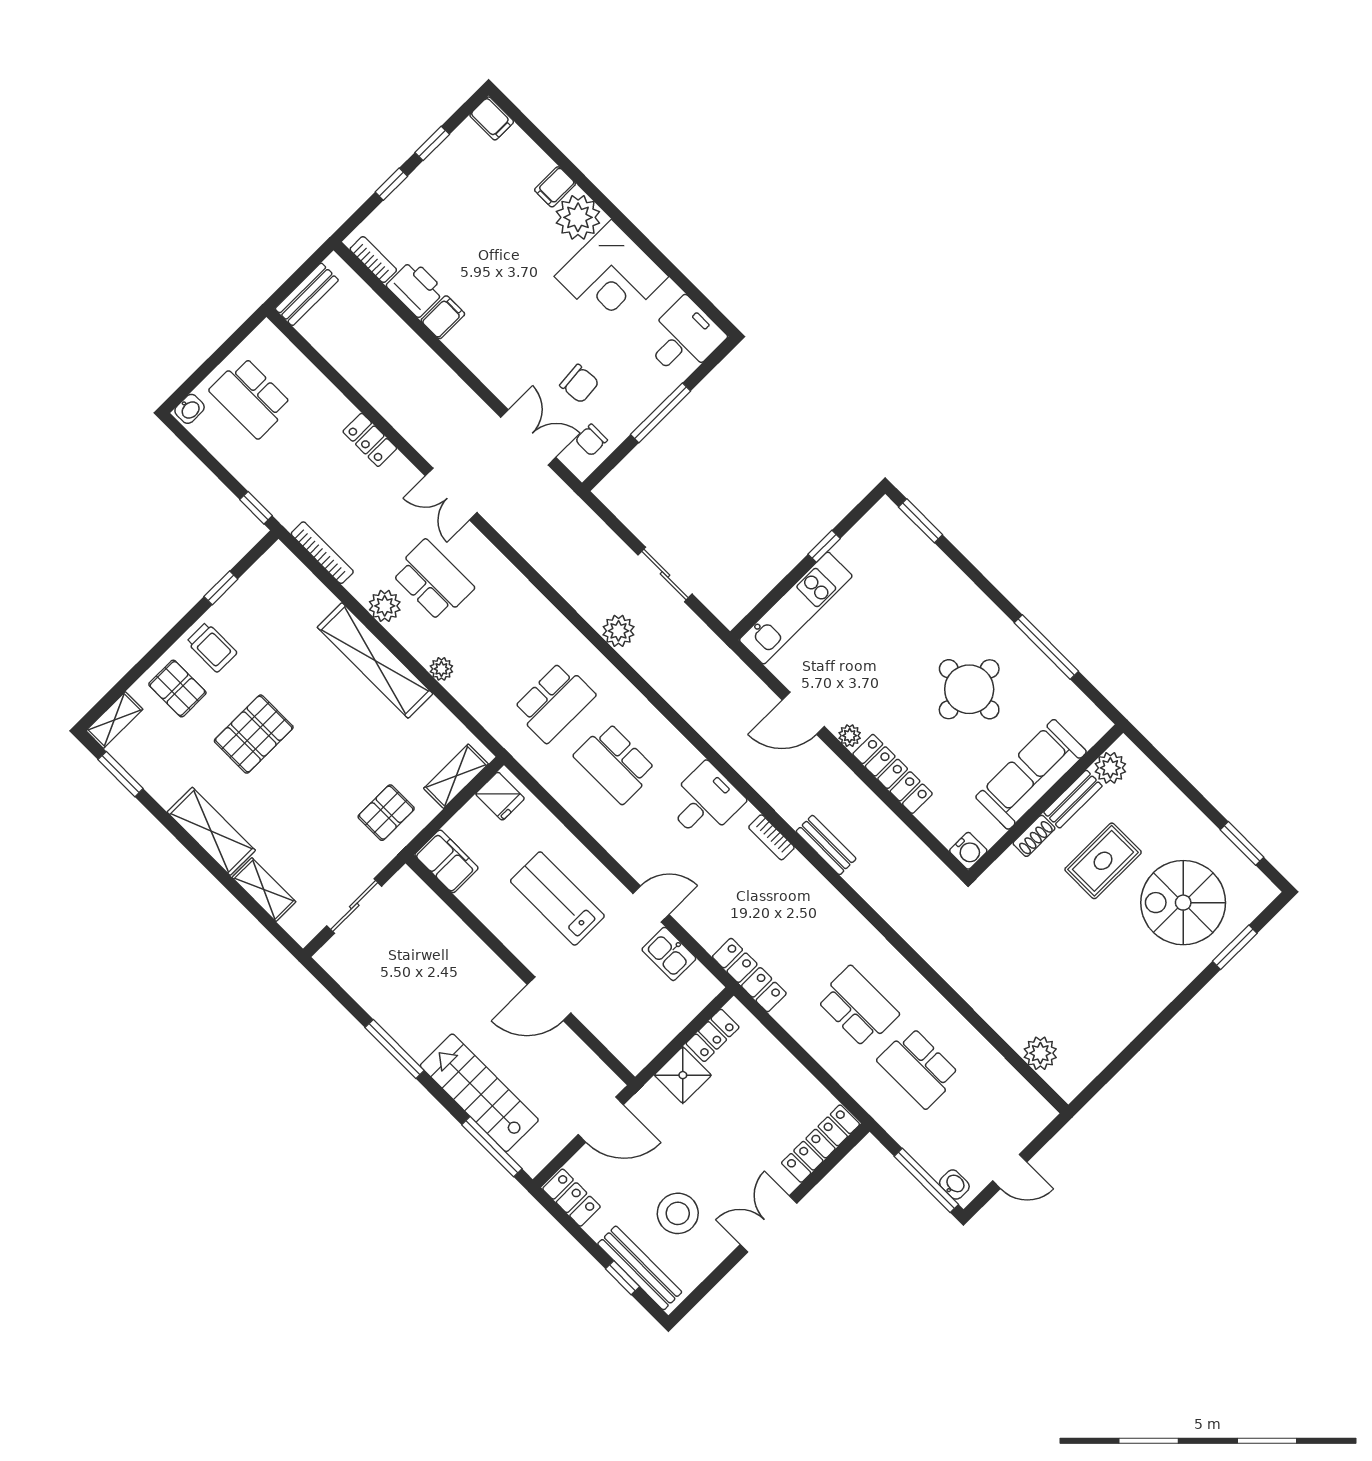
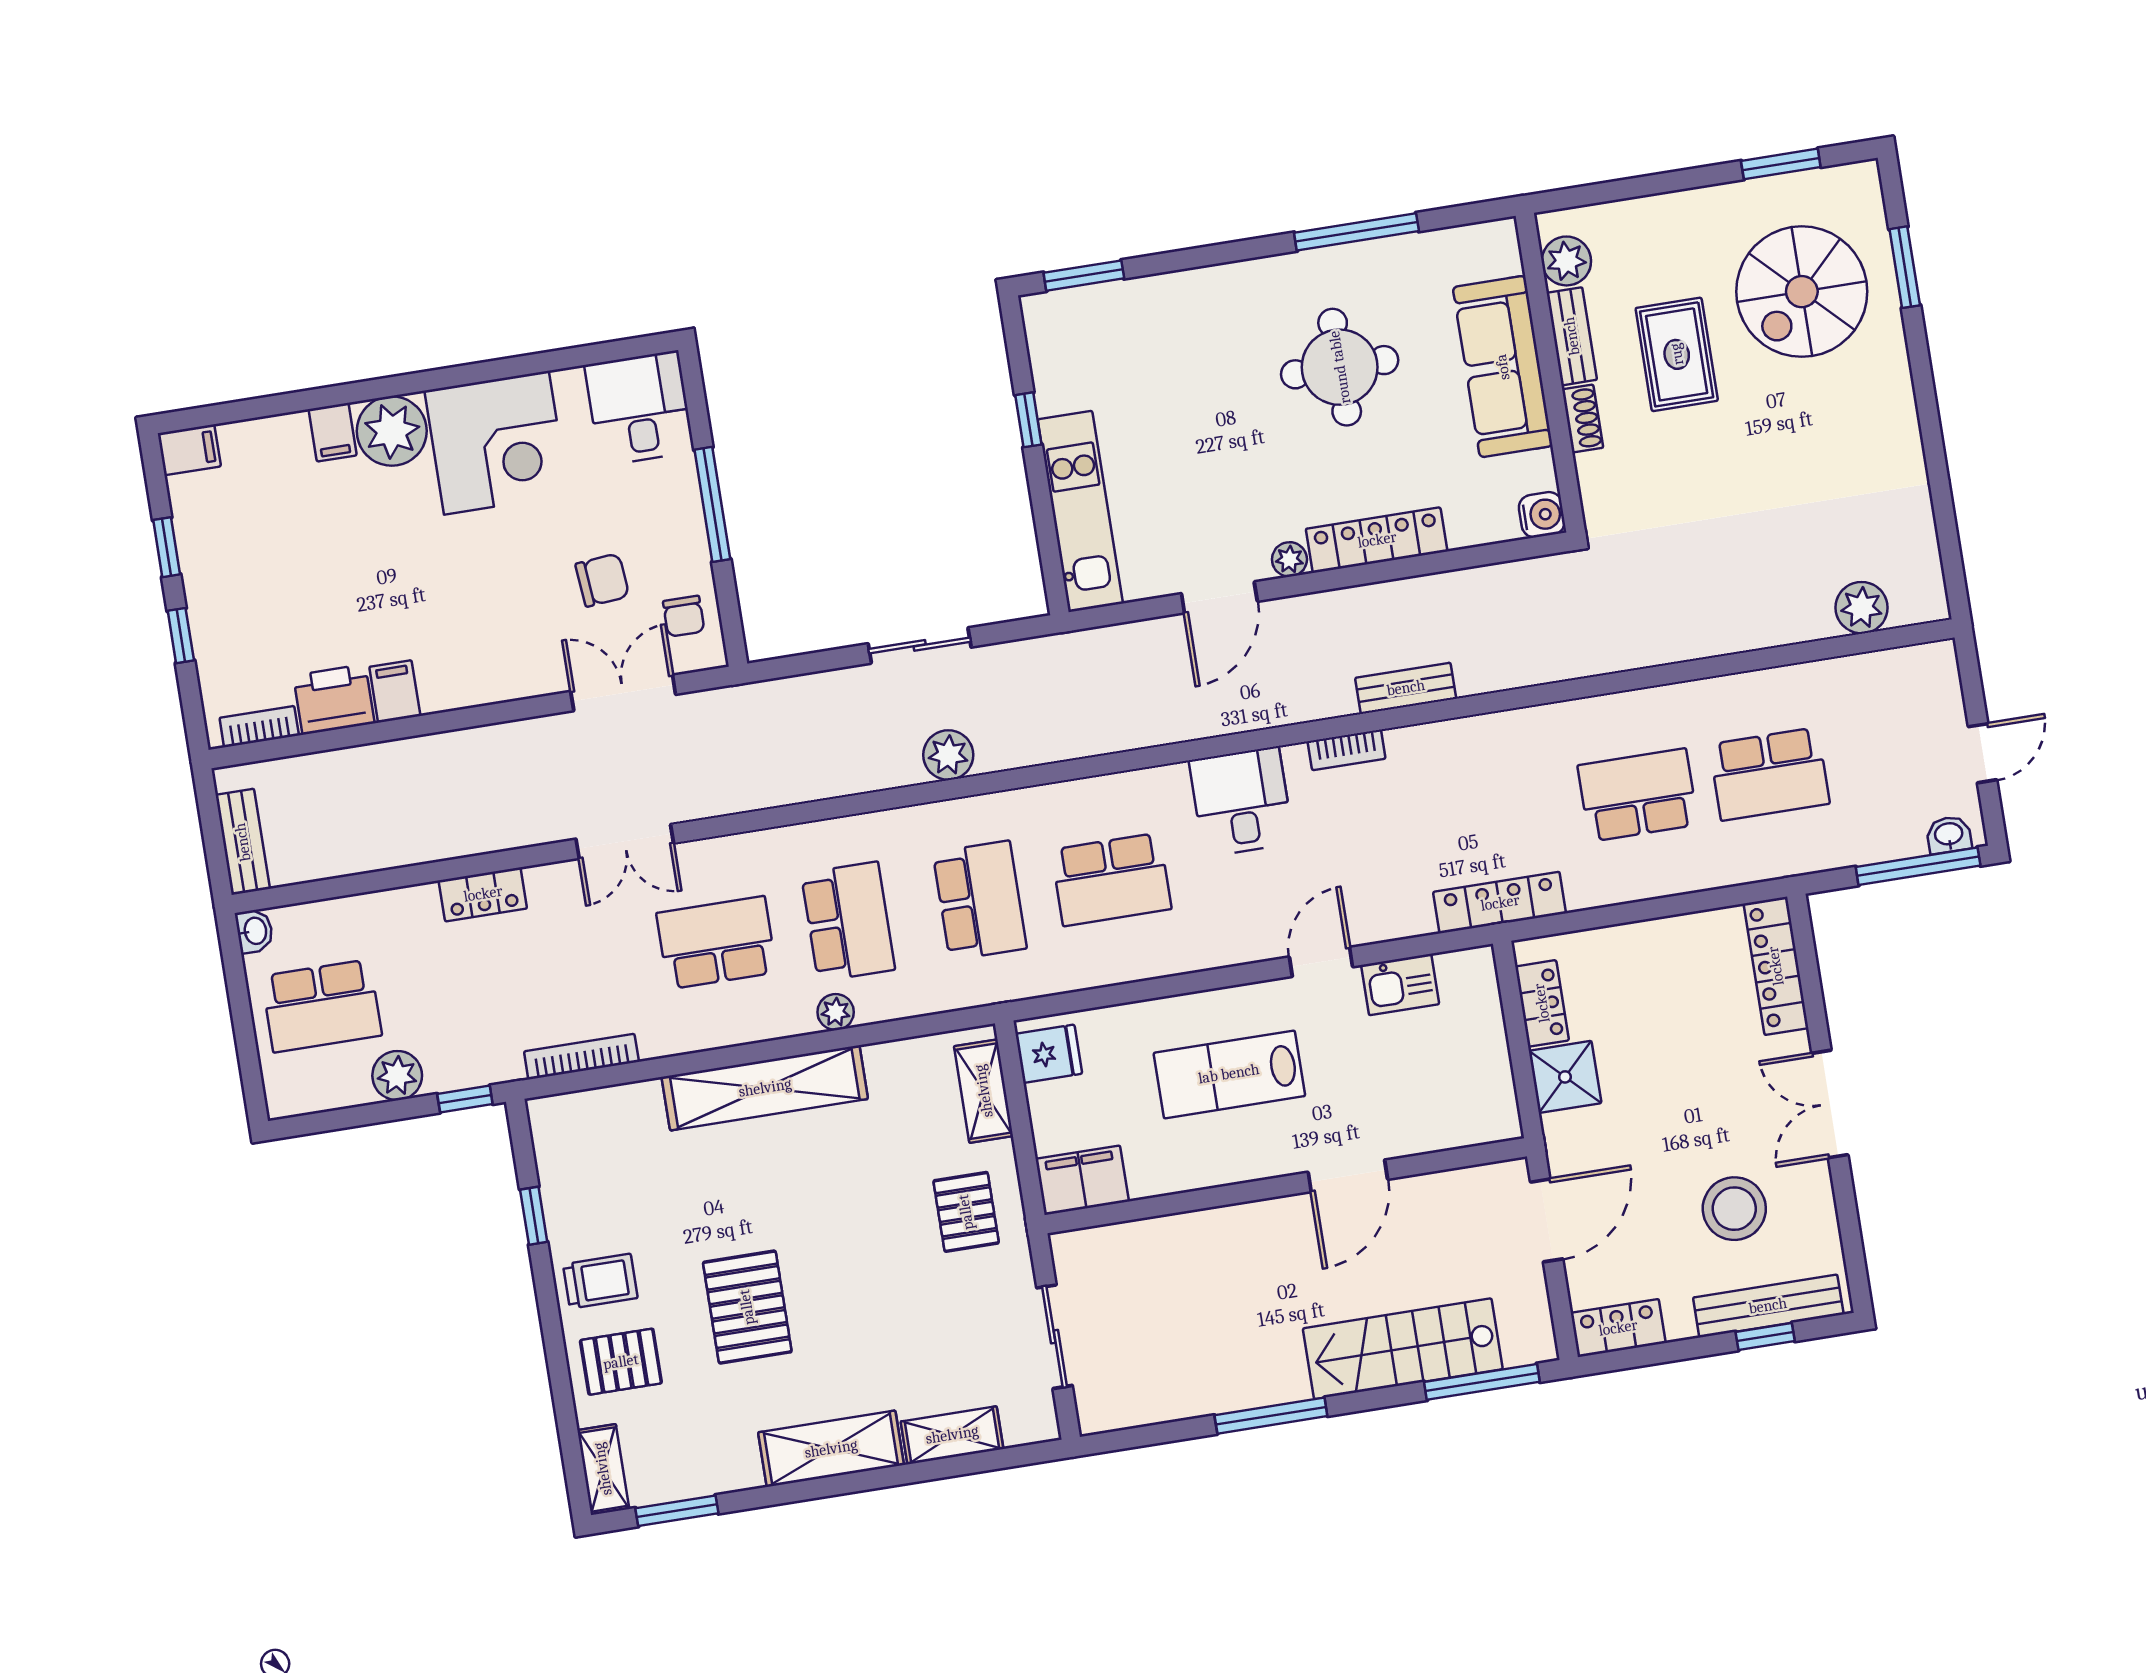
washbasin: (190, 409) -> (254, 931), moved
plant: (385, 606) -> (397, 1076), moved
school desk: (493, 641) -> (848, 922), added

